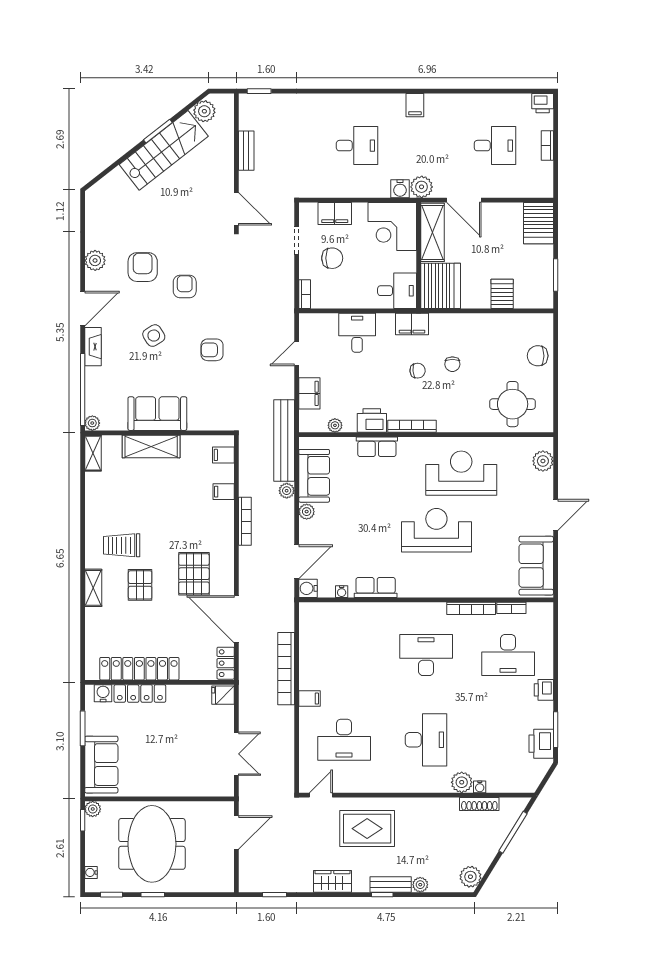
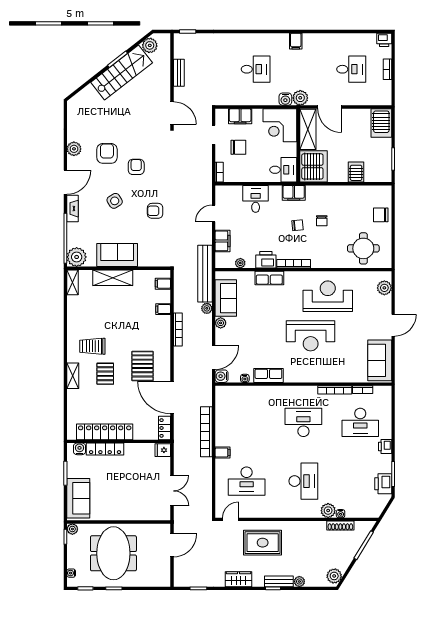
plant: (92, 423) -> (77, 257), width x1.88, depth x1.88
reception desk: (436, 530) -> (311, 336), turned 180

